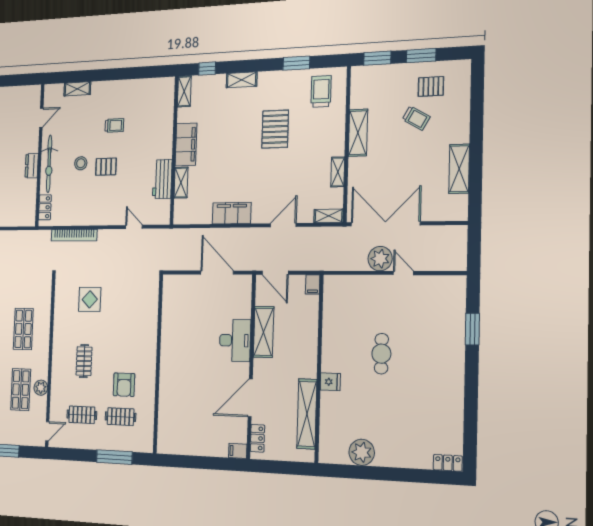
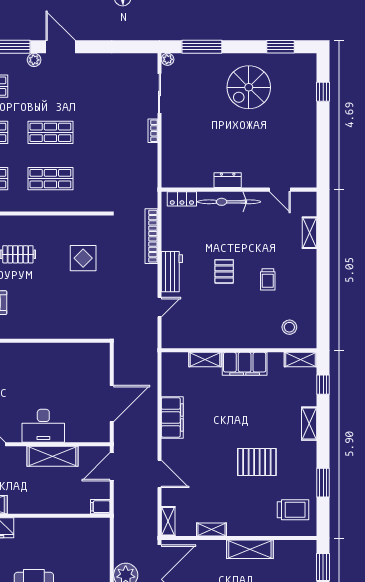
stool: (81, 163) -> (289, 327), moved
workbench: (162, 179) -> (172, 272), moved, turned 90

